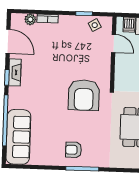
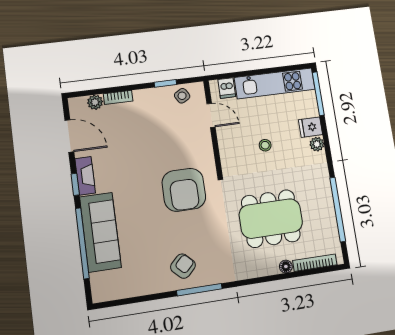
sofa: (18, 137) -> (100, 232), moved
armchair: (74, 150) -> (183, 266), turned 135

